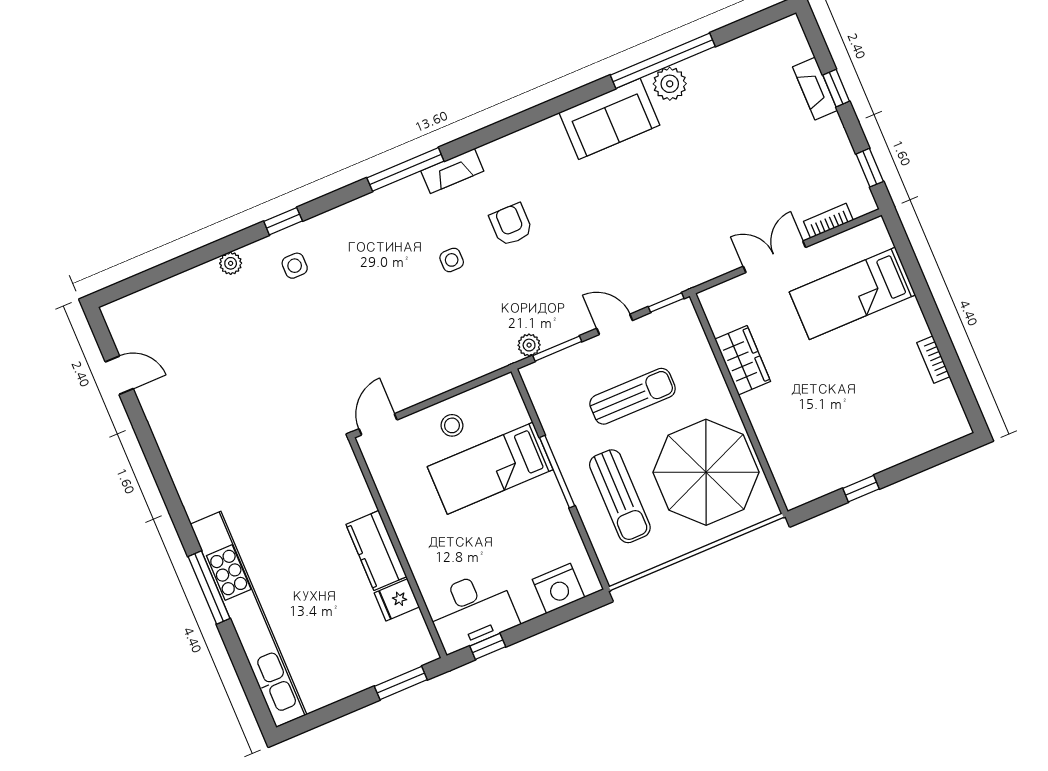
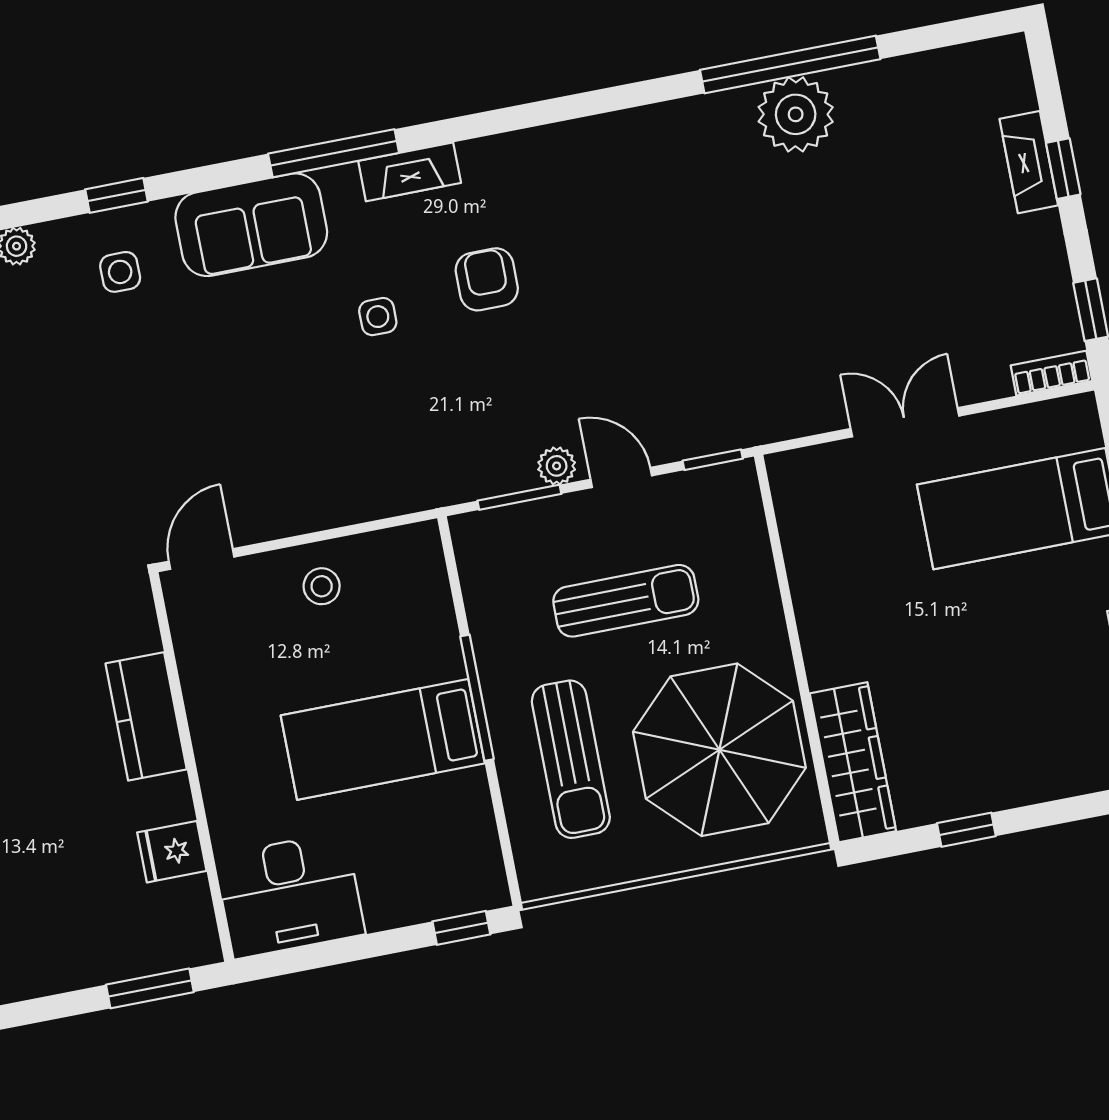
plant: (670, 84) -> (796, 114), width x1.36, depth x1.36
sofa: (609, 119) -> (251, 225), moved
bookcase: (828, 221) -> (1051, 373), moved
plant: (529, 345) -> (557, 466), moved
wardrobe: (743, 360) -> (853, 762), moved, width x1.50
bed: (490, 468) -> (383, 739), moved
kitchen counter: (376, 550) -> (146, 716), moved
nightstand: (558, 588) -> (439, 888), removed
window: (488, 646) -> (461, 928), moved

